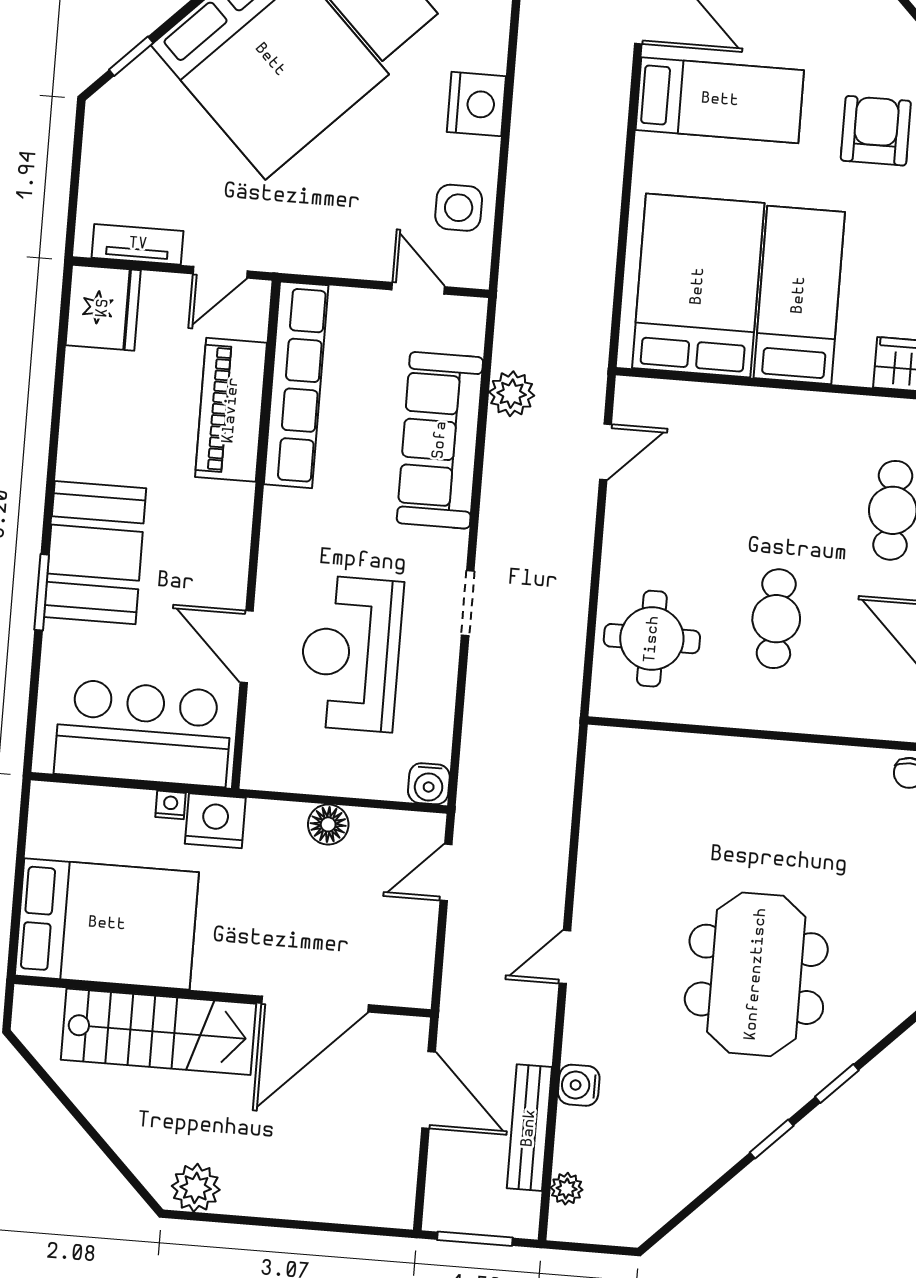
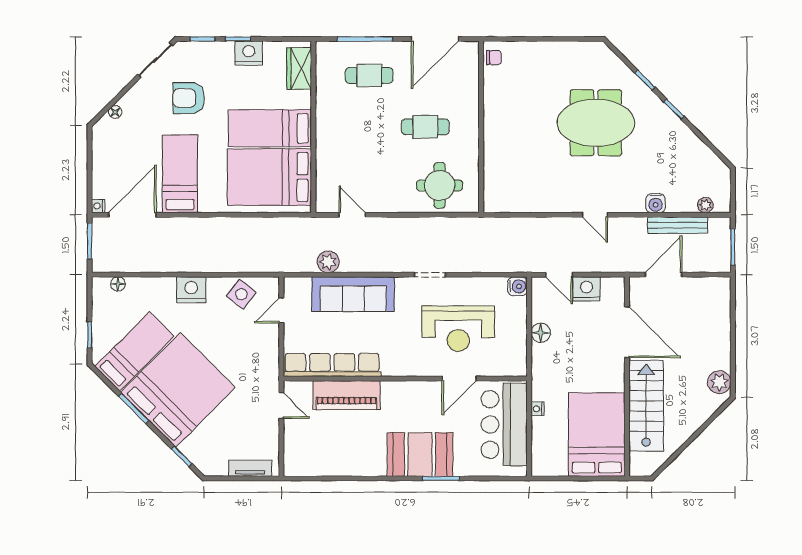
side table: (459, 208) -> (241, 294), turned 38
tv unit: (138, 244) -> (250, 468), moved, turned 90
fridge: (103, 308) -> (303, 460), removed
nightstand: (215, 821) -> (587, 289), moved, turned 90

